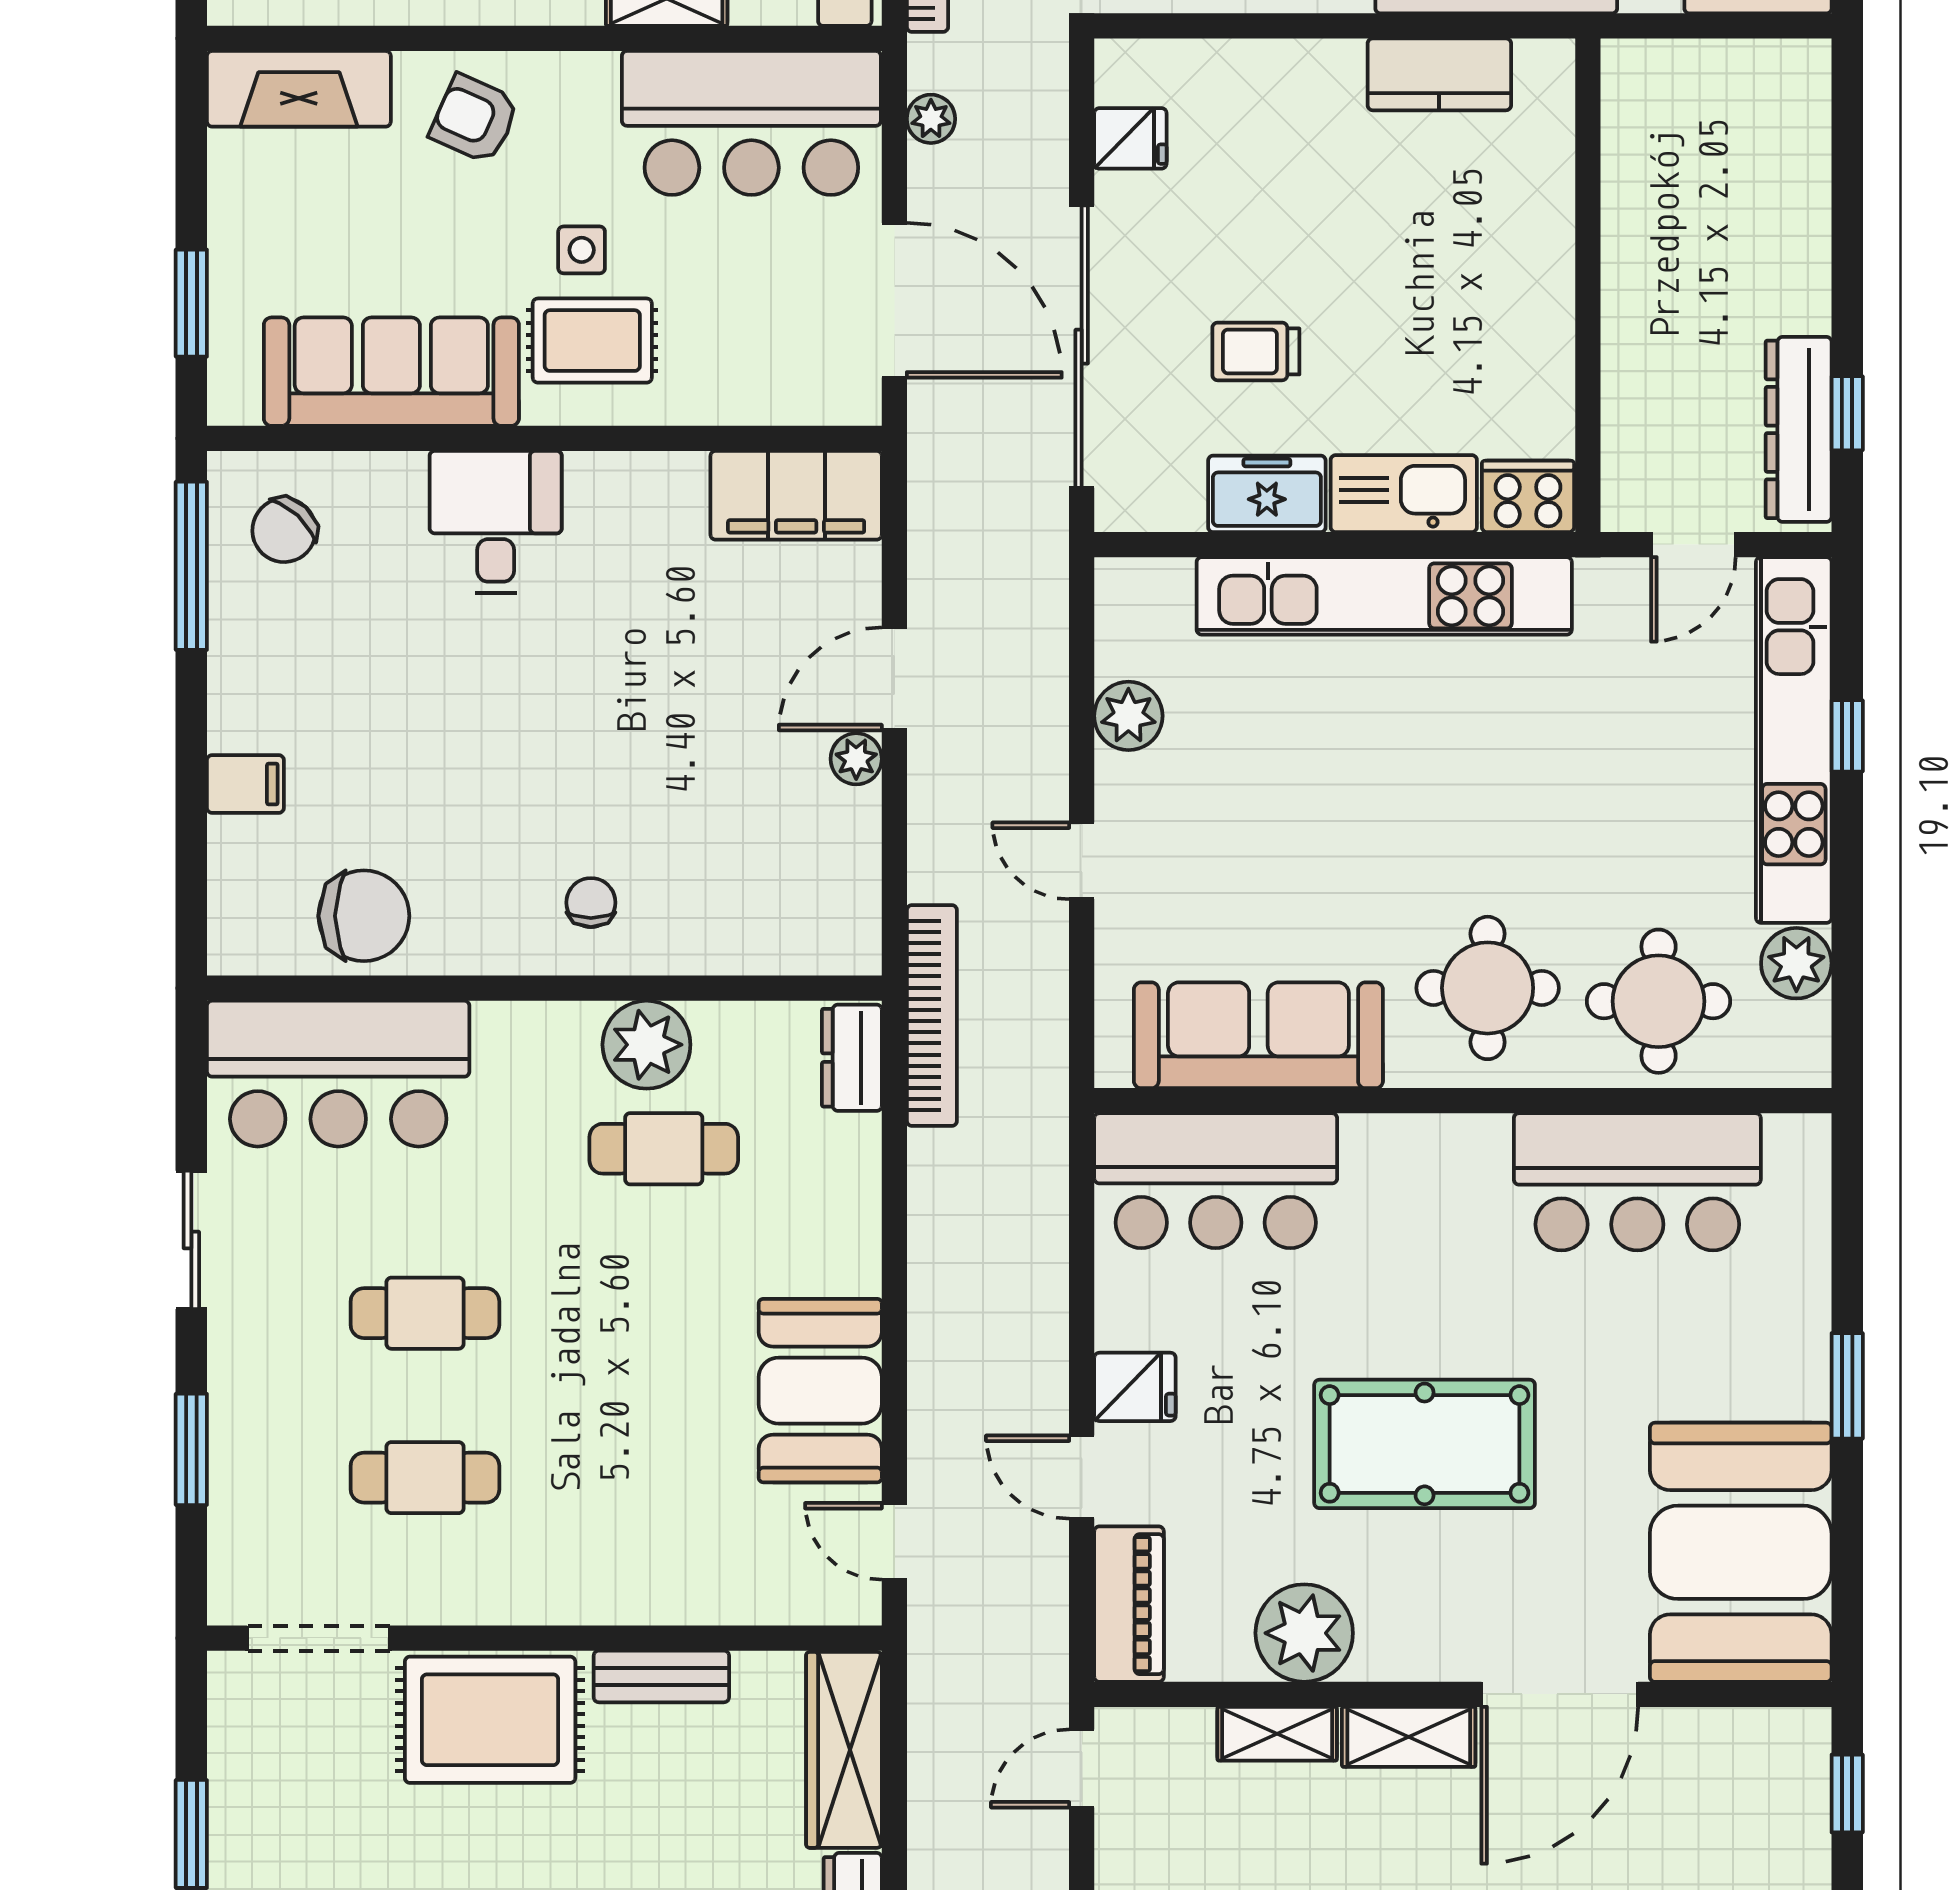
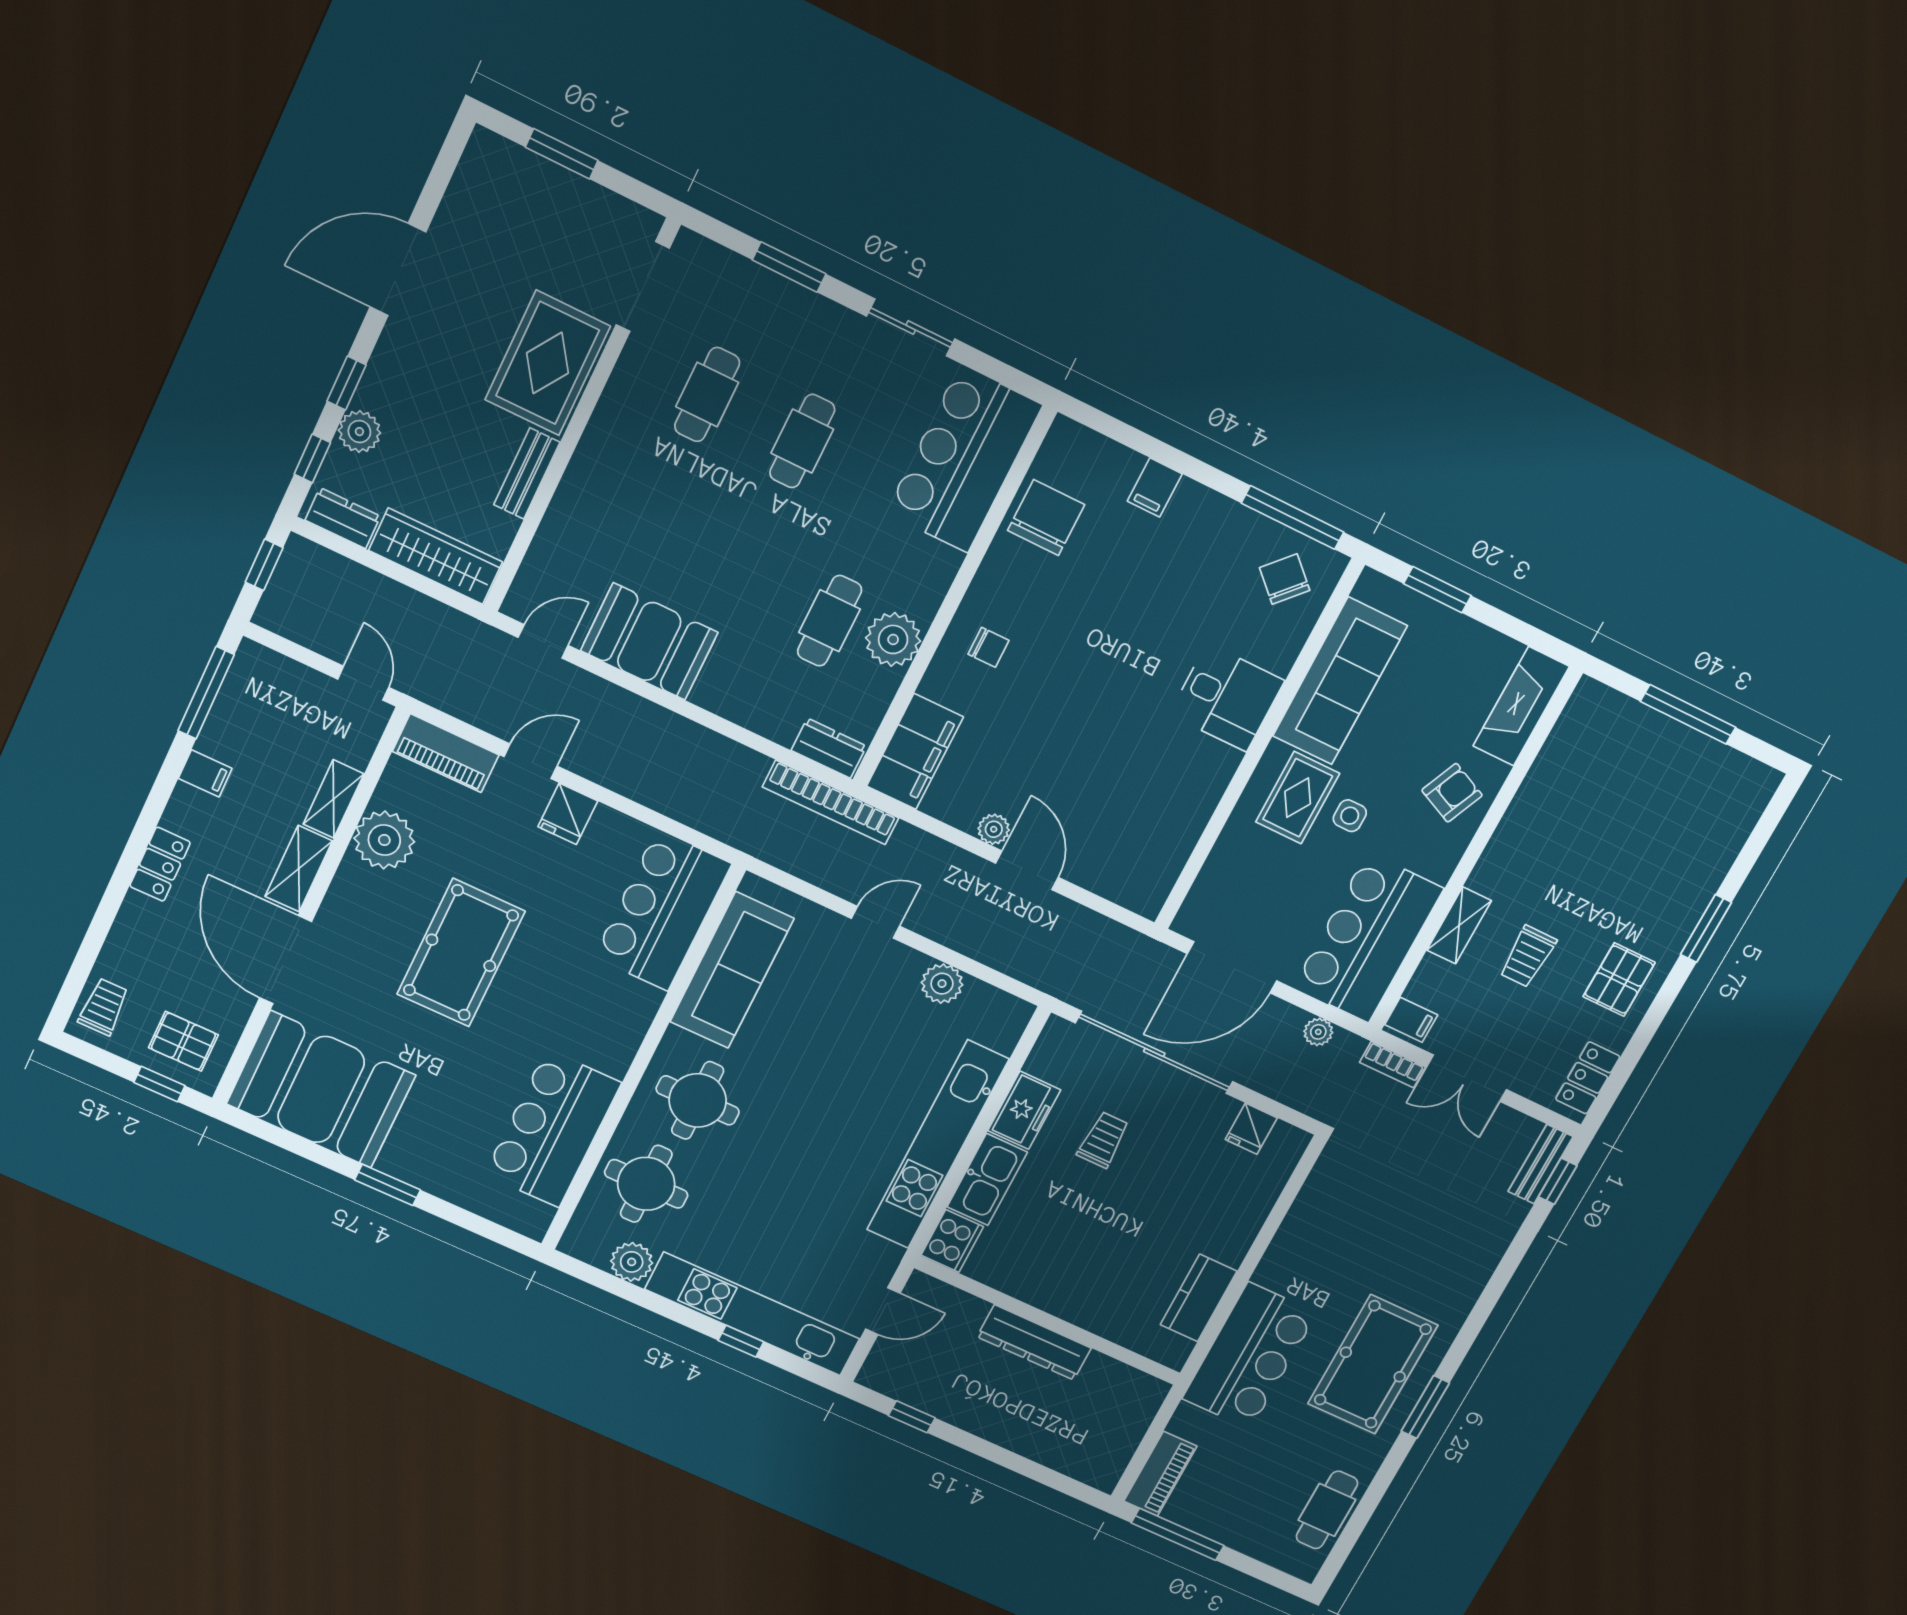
dresser: (1799, 429) -> (1034, 1342), moved, turned 180
filing cabinet: (796, 495) -> (915, 752), moved, turned 180
door: (1693, 545) -> (883, 1311), swing flipped
chair: (364, 916) -> (1046, 518), turned 180
pallet: (1762, 1787) -> (183, 1041), added

